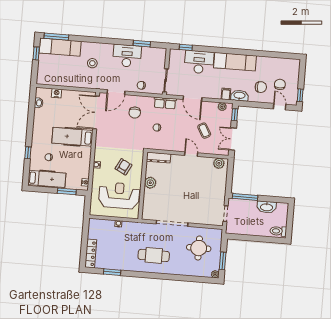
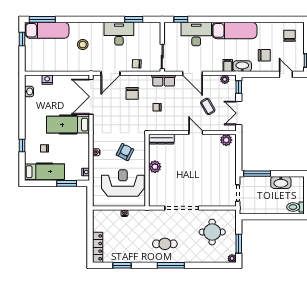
chair: (280, 84) -> (290, 36), moved
cafe table: (154, 255) -> (165, 244), width x0.73, depth x0.74
window: (158, 276) -> (171, 265), added

